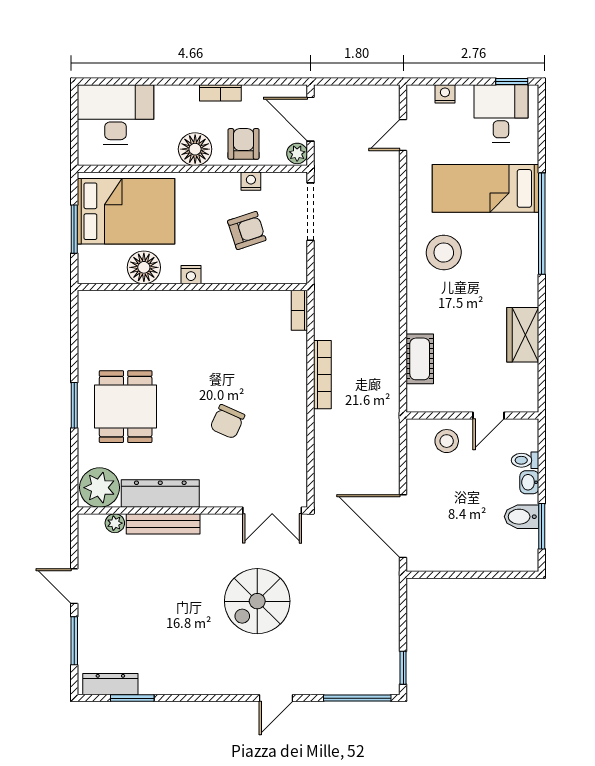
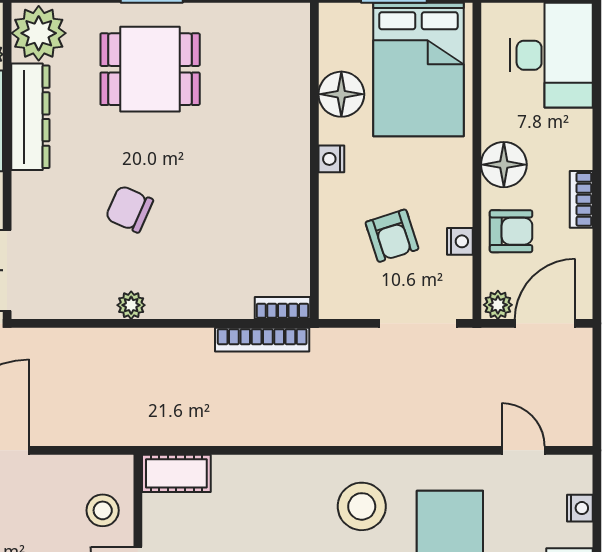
cot: (420, 359) -> (176, 473), moved
bookcase: (322, 375) -> (262, 340), moved
plant: (297, 420) -> (131, 305), added

